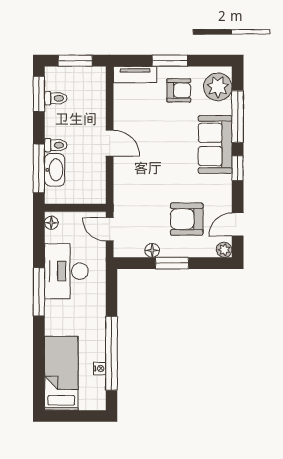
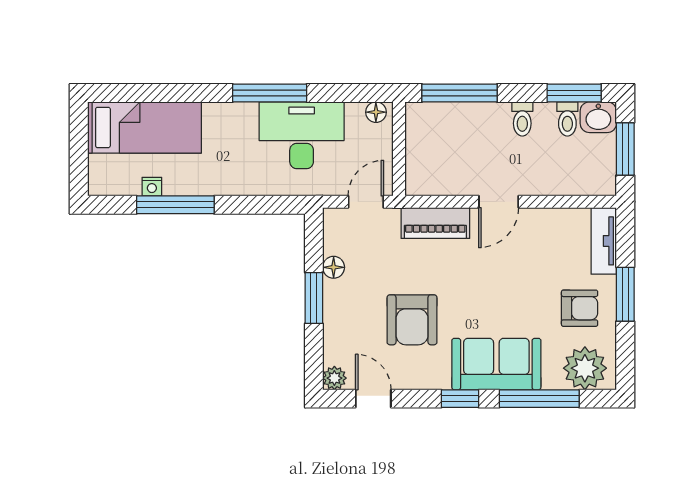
armchair: (179, 90) -> (580, 308), turned -90
toilet: (56, 145) -> (522, 119), moved
washbasin: (55, 170) -> (598, 117), moved, width x0.72
piano: (123, 184) -> (435, 223), added
armchair: (187, 219) -> (412, 320), moved, turned 180
window: (111, 353) -> (175, 205), width x0.68

